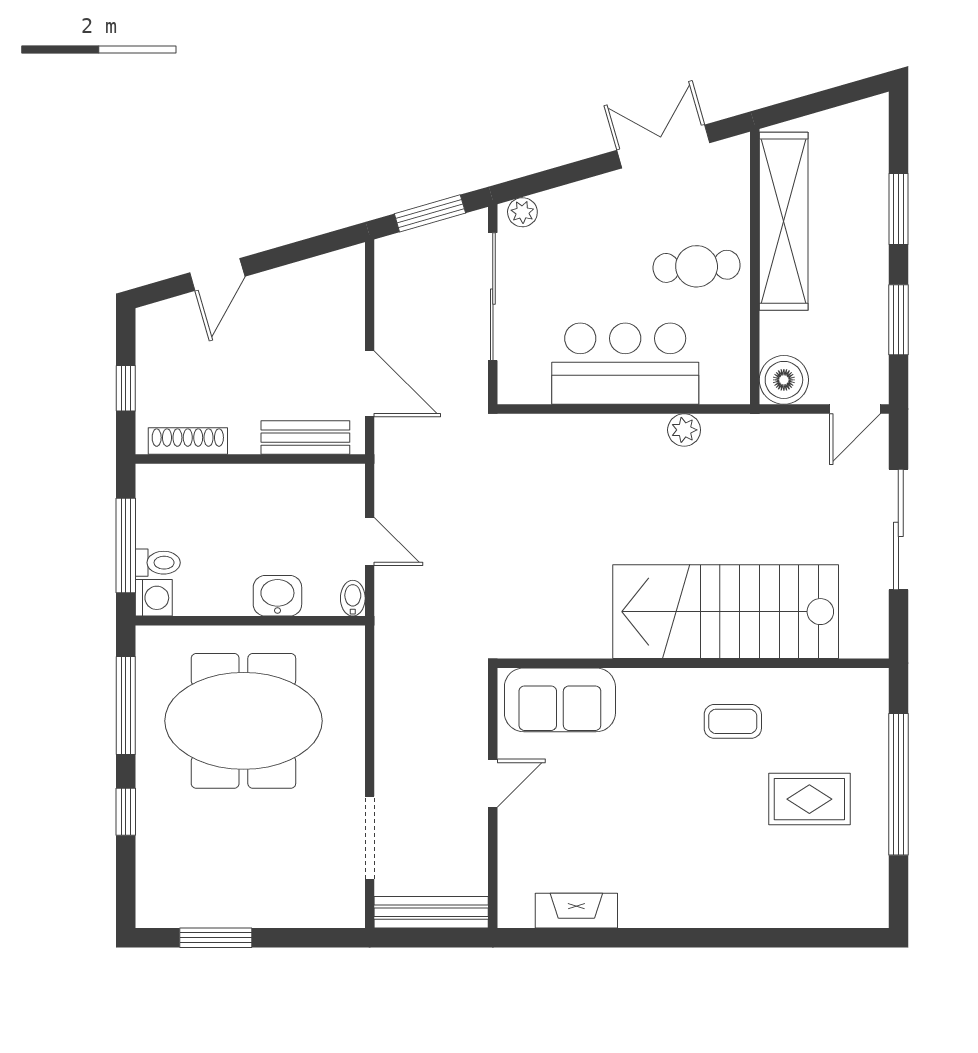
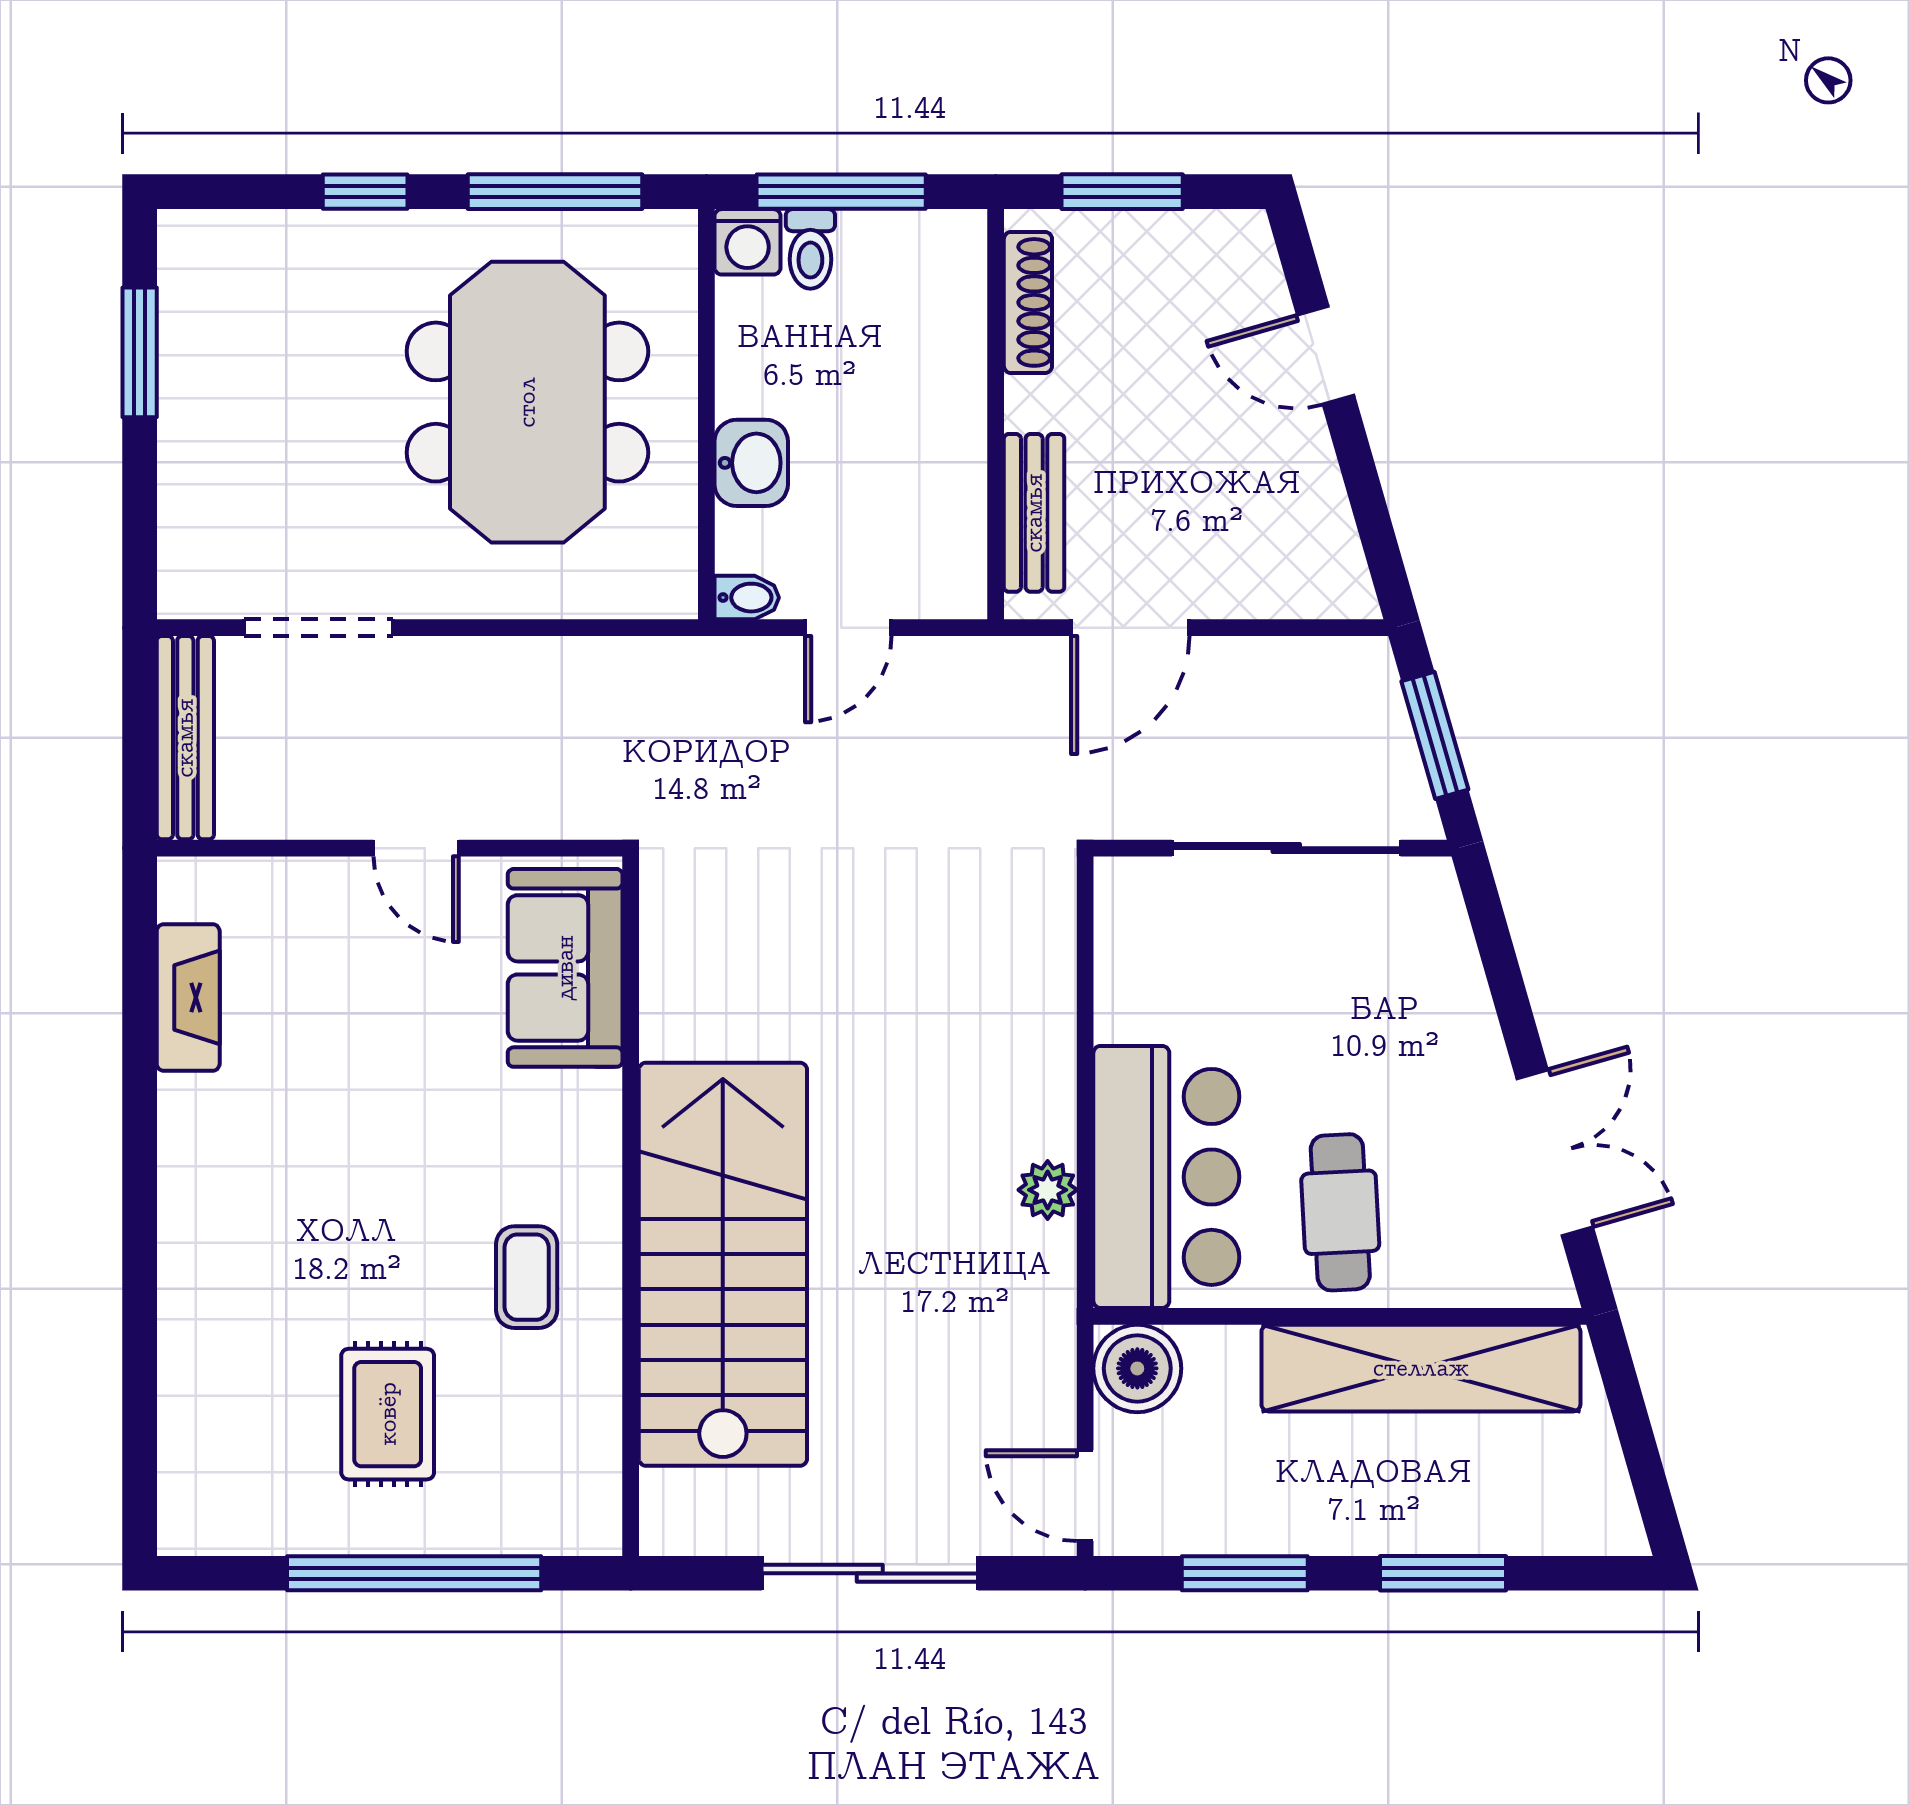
plant: (522, 212) -> (1437, 901), removed
bar counter: (625, 364) -> (1166, 1177), moved
window: (126, 388) -> (1122, 192), width x1.50

